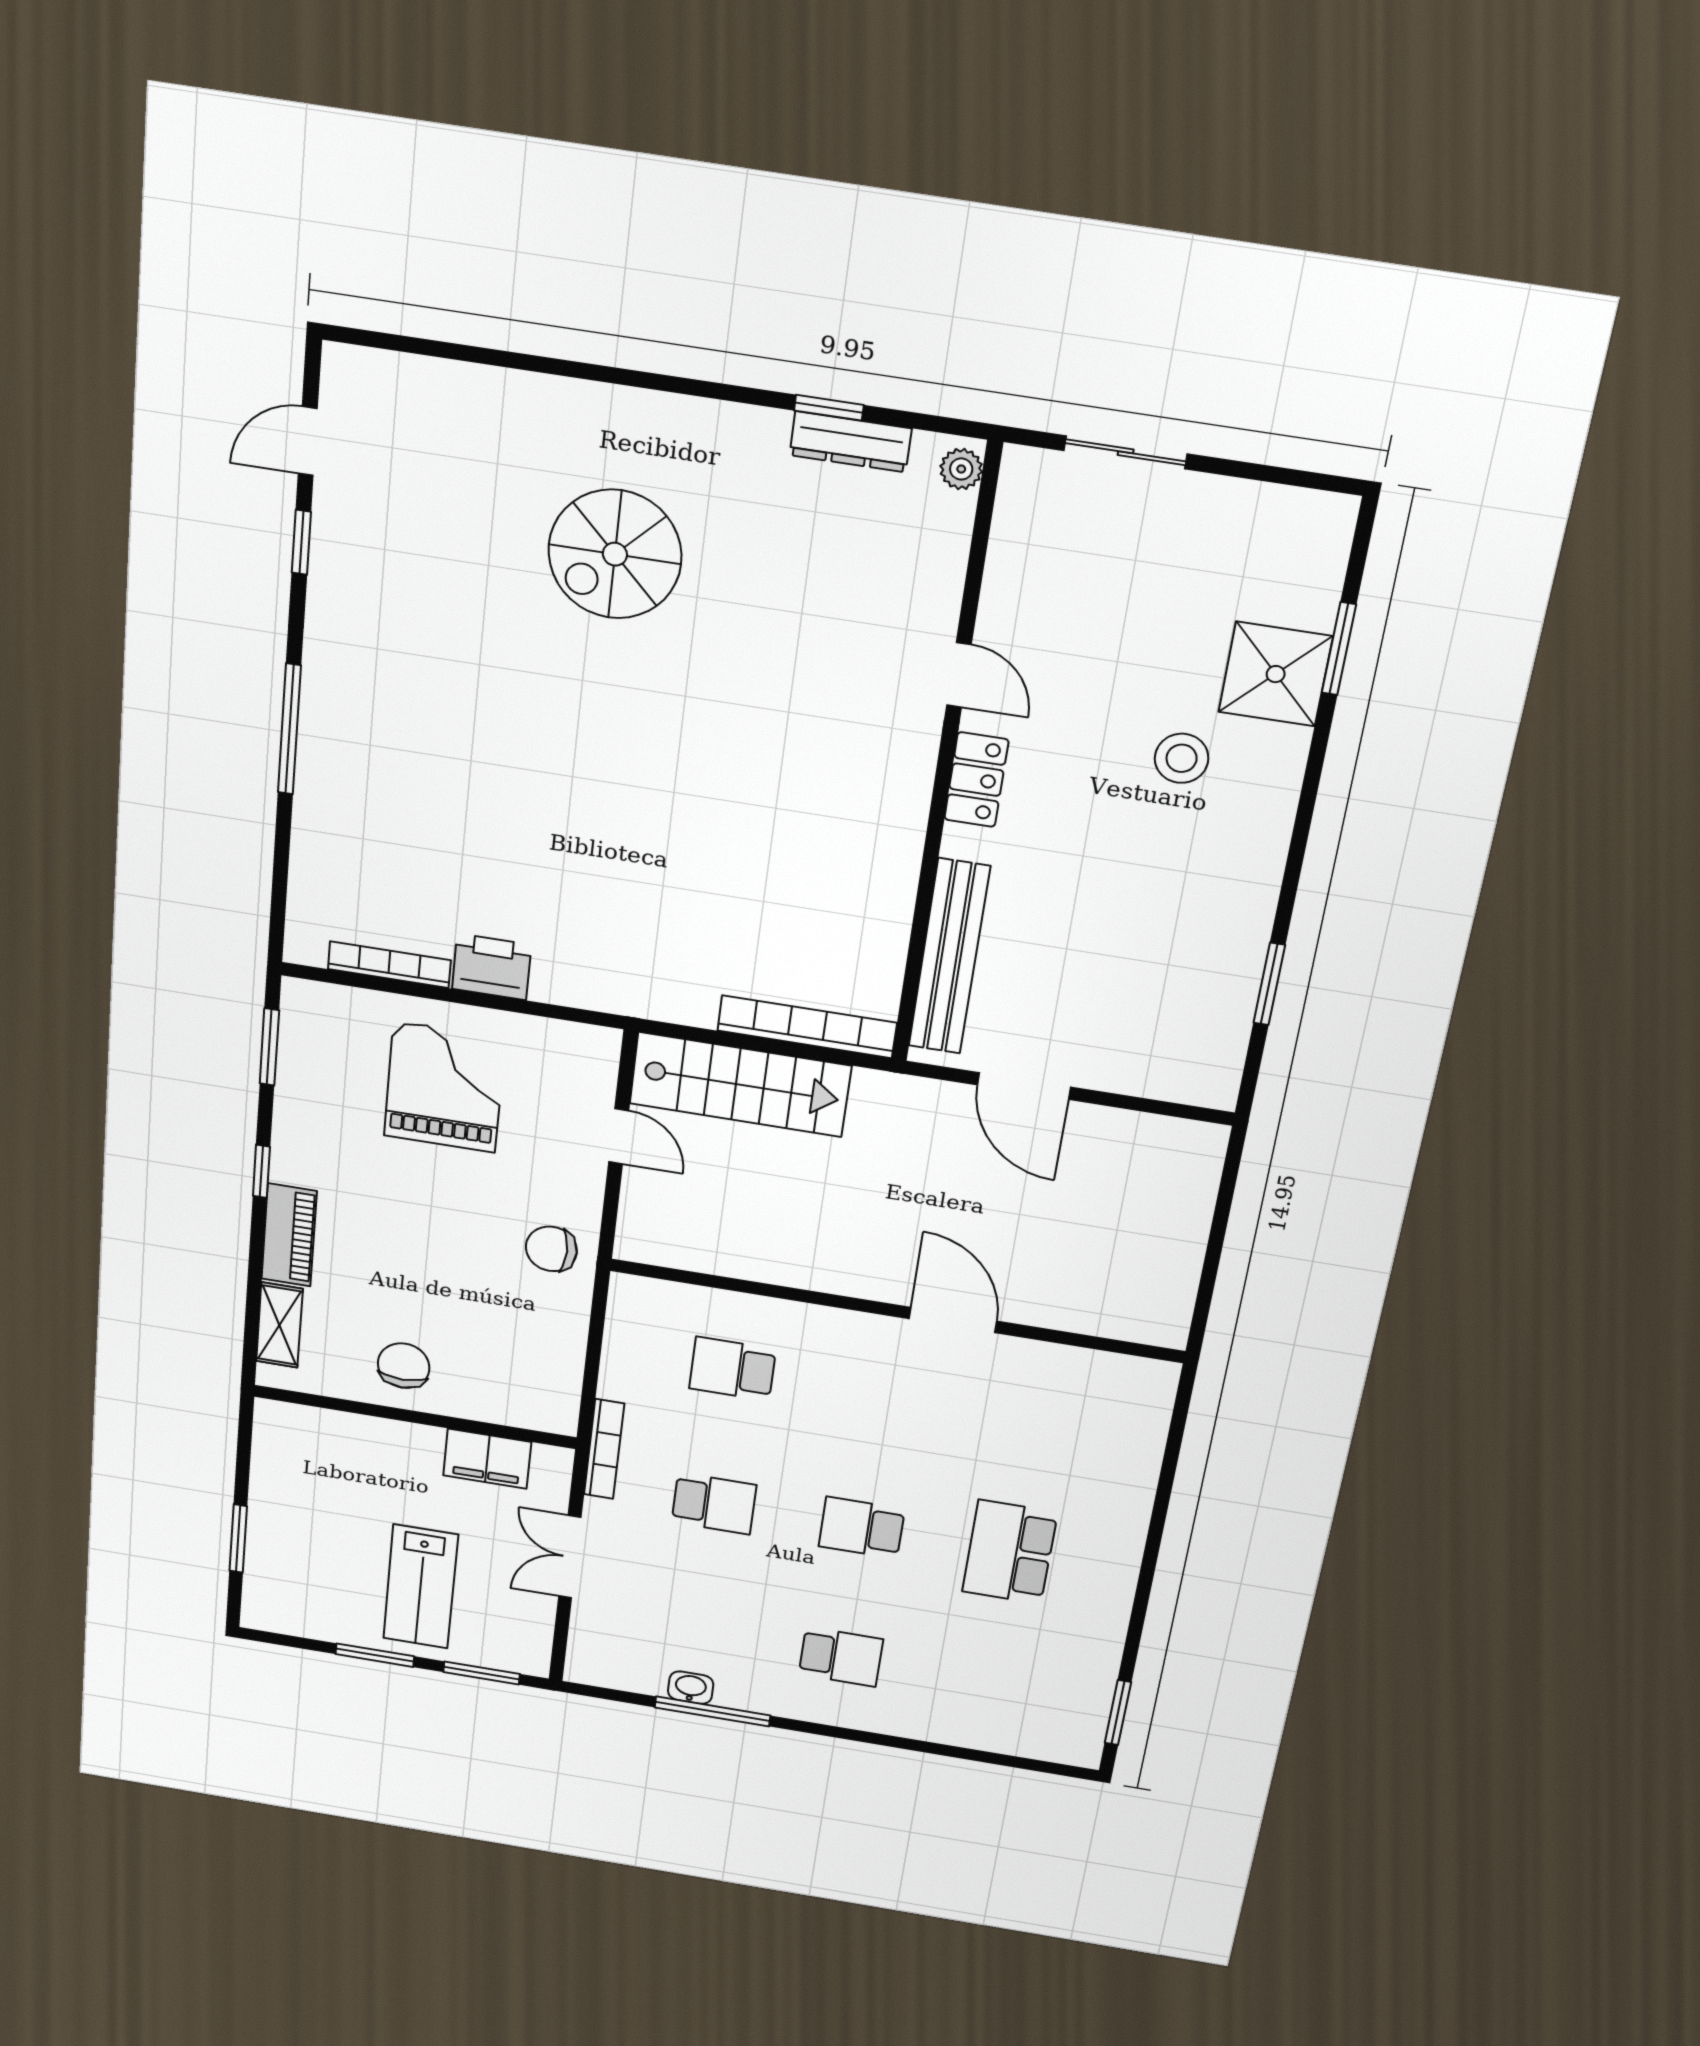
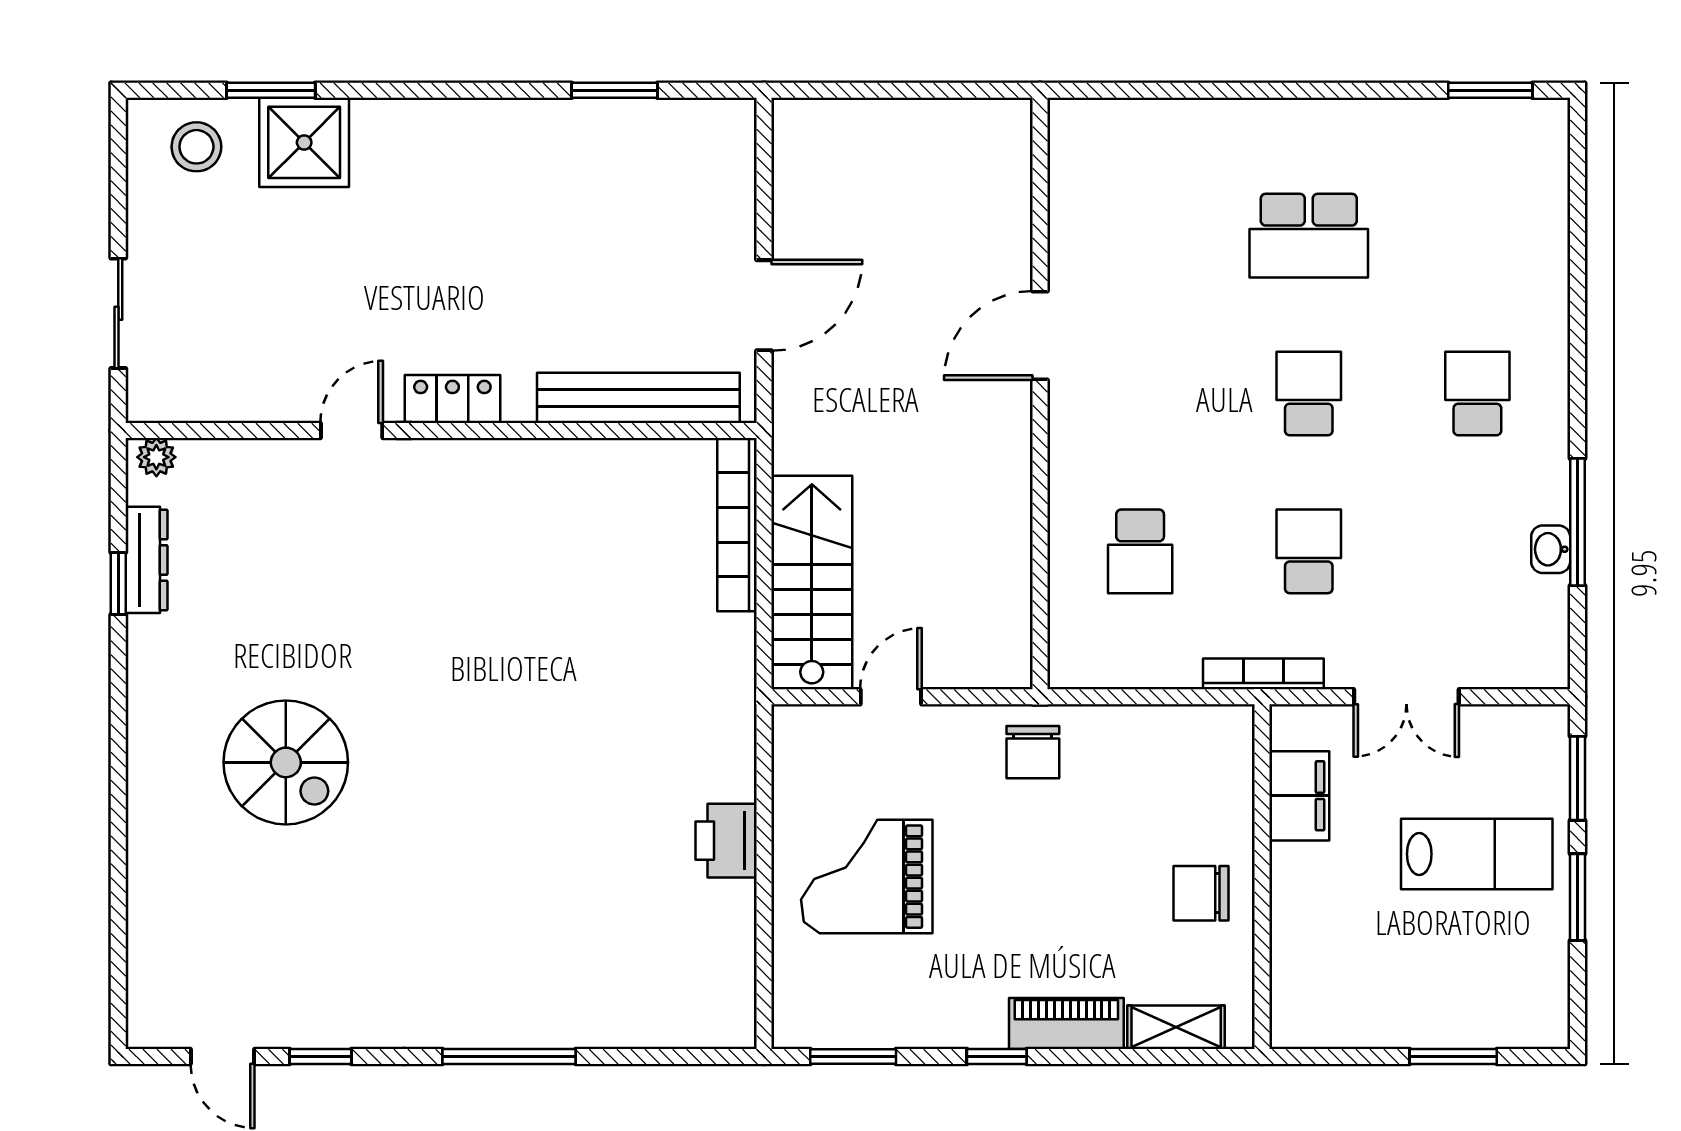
stool: (1182, 758) -> (196, 147), moved
bookcase: (389, 965) -> (741, 942), removed
school desk: (862, 1528) -> (1309, 394), turned 180

